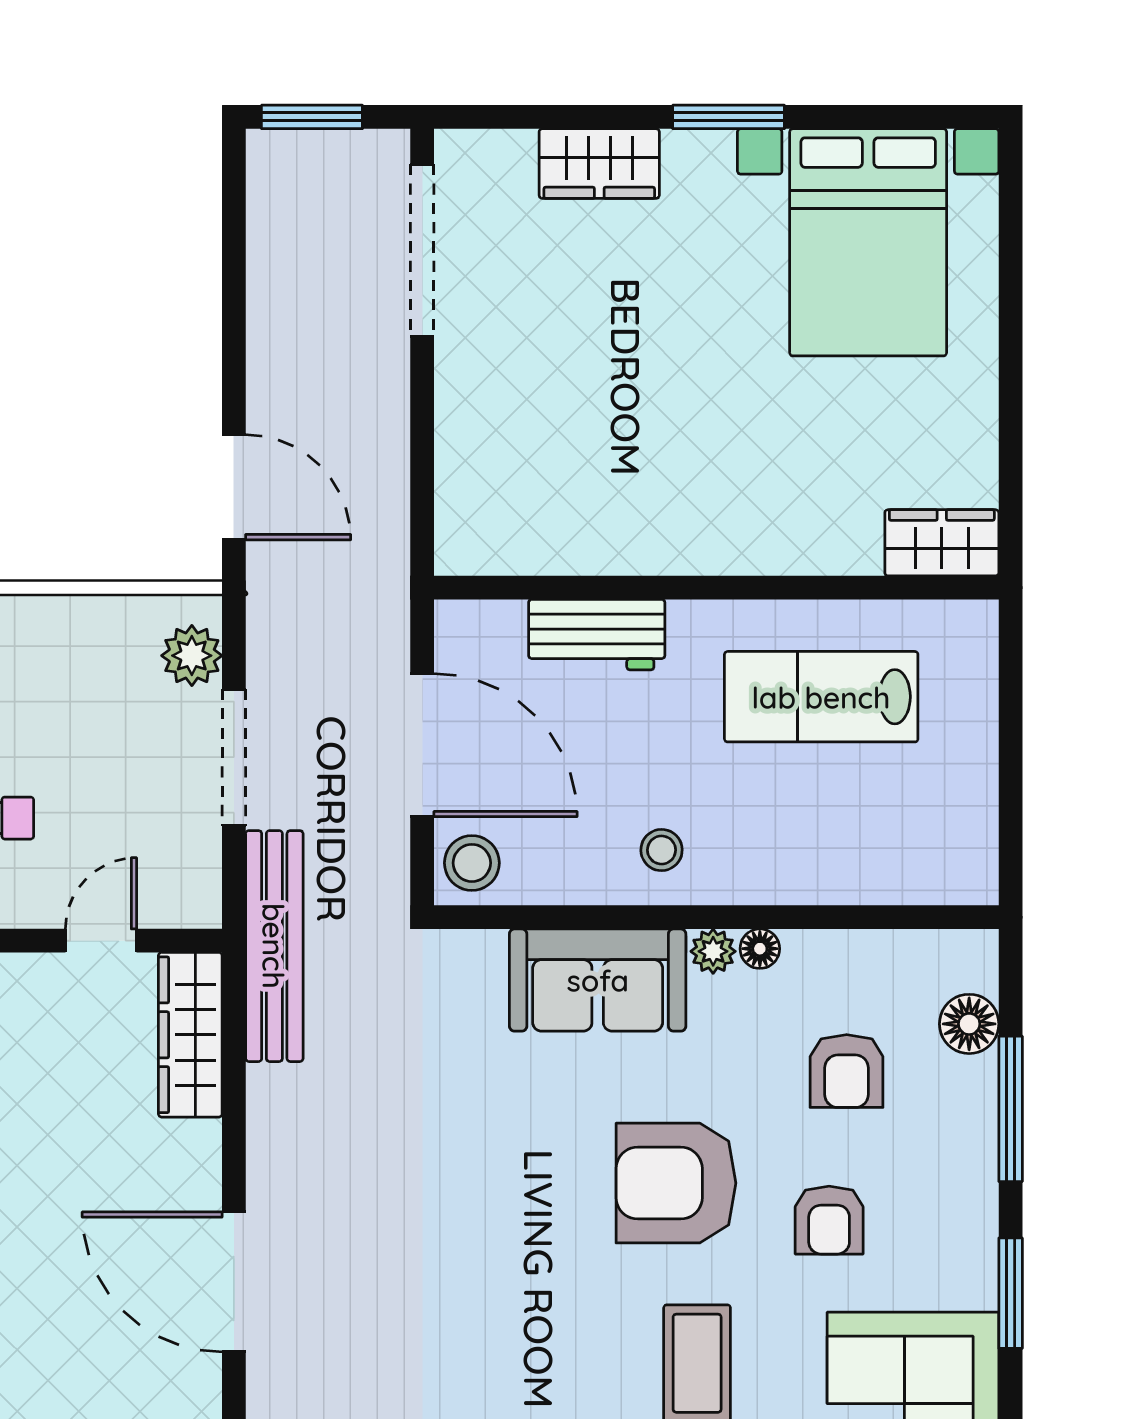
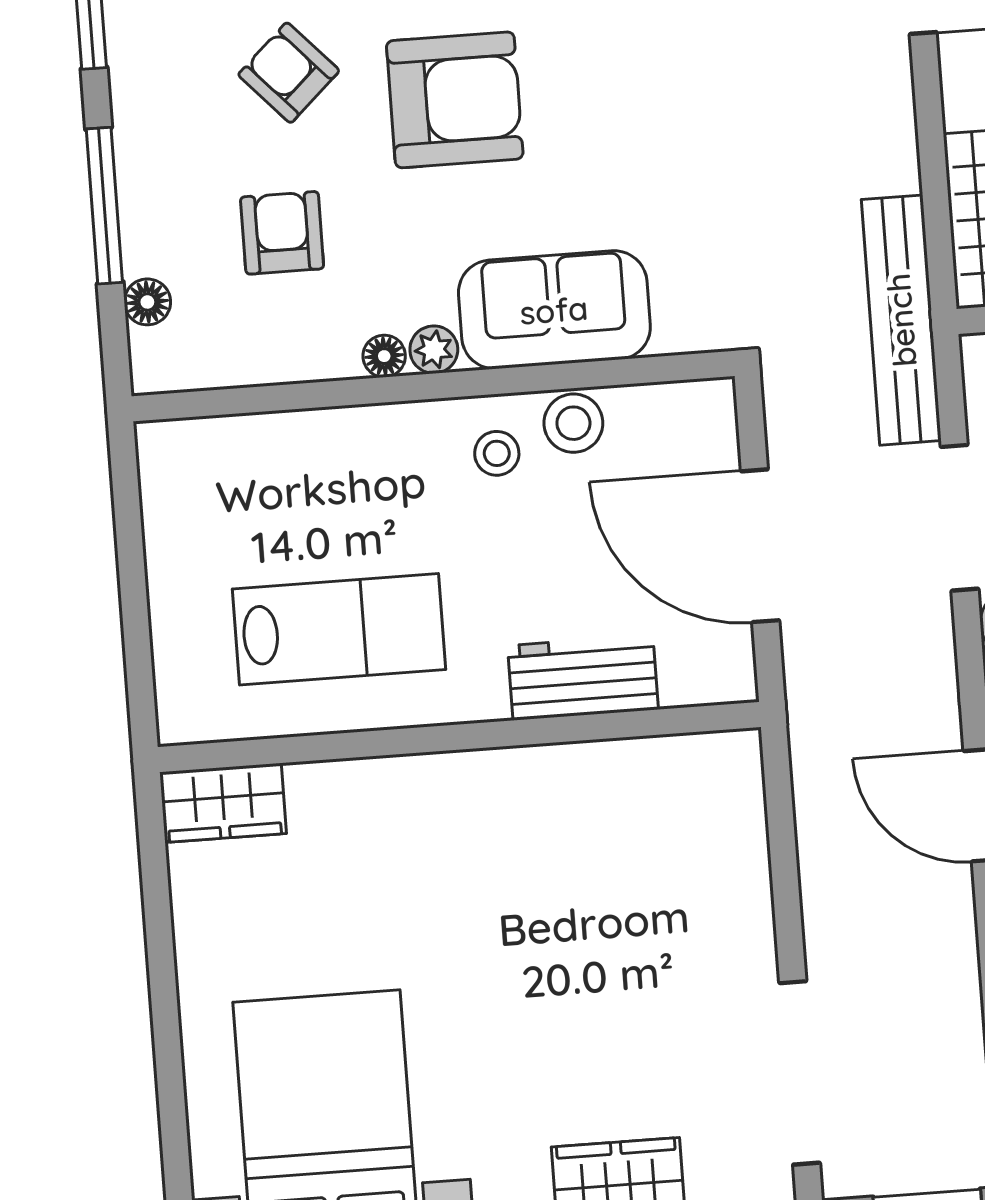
stool: (472, 863) -> (573, 423), moved
floor lamp: (969, 1024) -> (147, 302), width x0.73, depth x0.73
armchair: (829, 1220) -> (289, 73), turned -43

